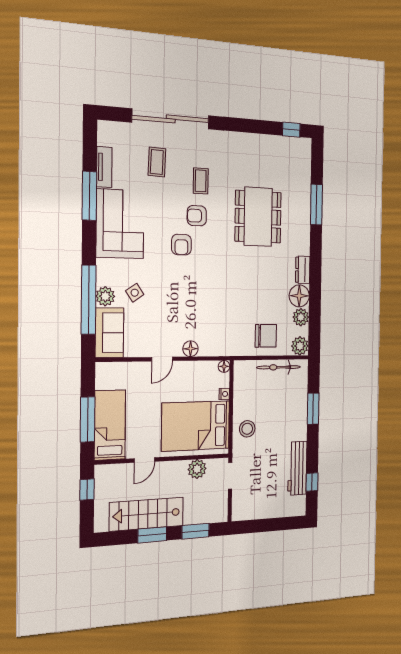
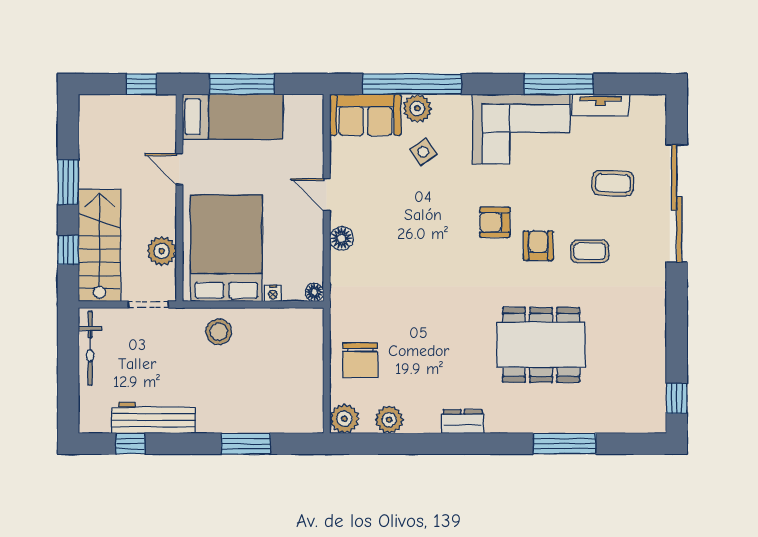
floor lamp: (299, 296) -> (422, 416), removed
bicycle: (279, 367) -> (90, 348), moved, turned 180
stairs: (147, 514) -> (99, 245), moved
window: (196, 531) -> (68, 250), width x0.67

